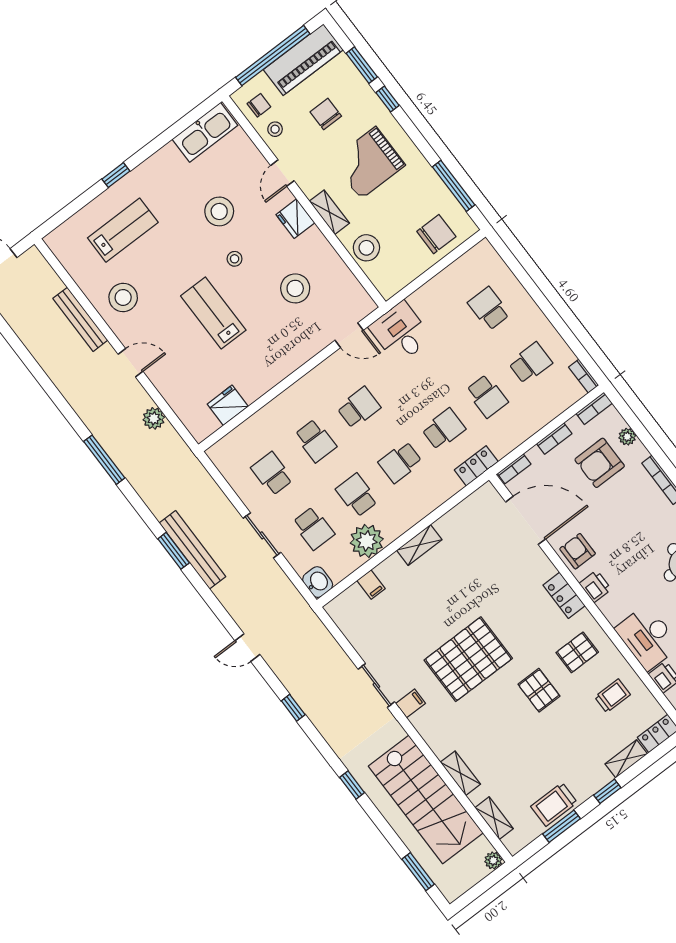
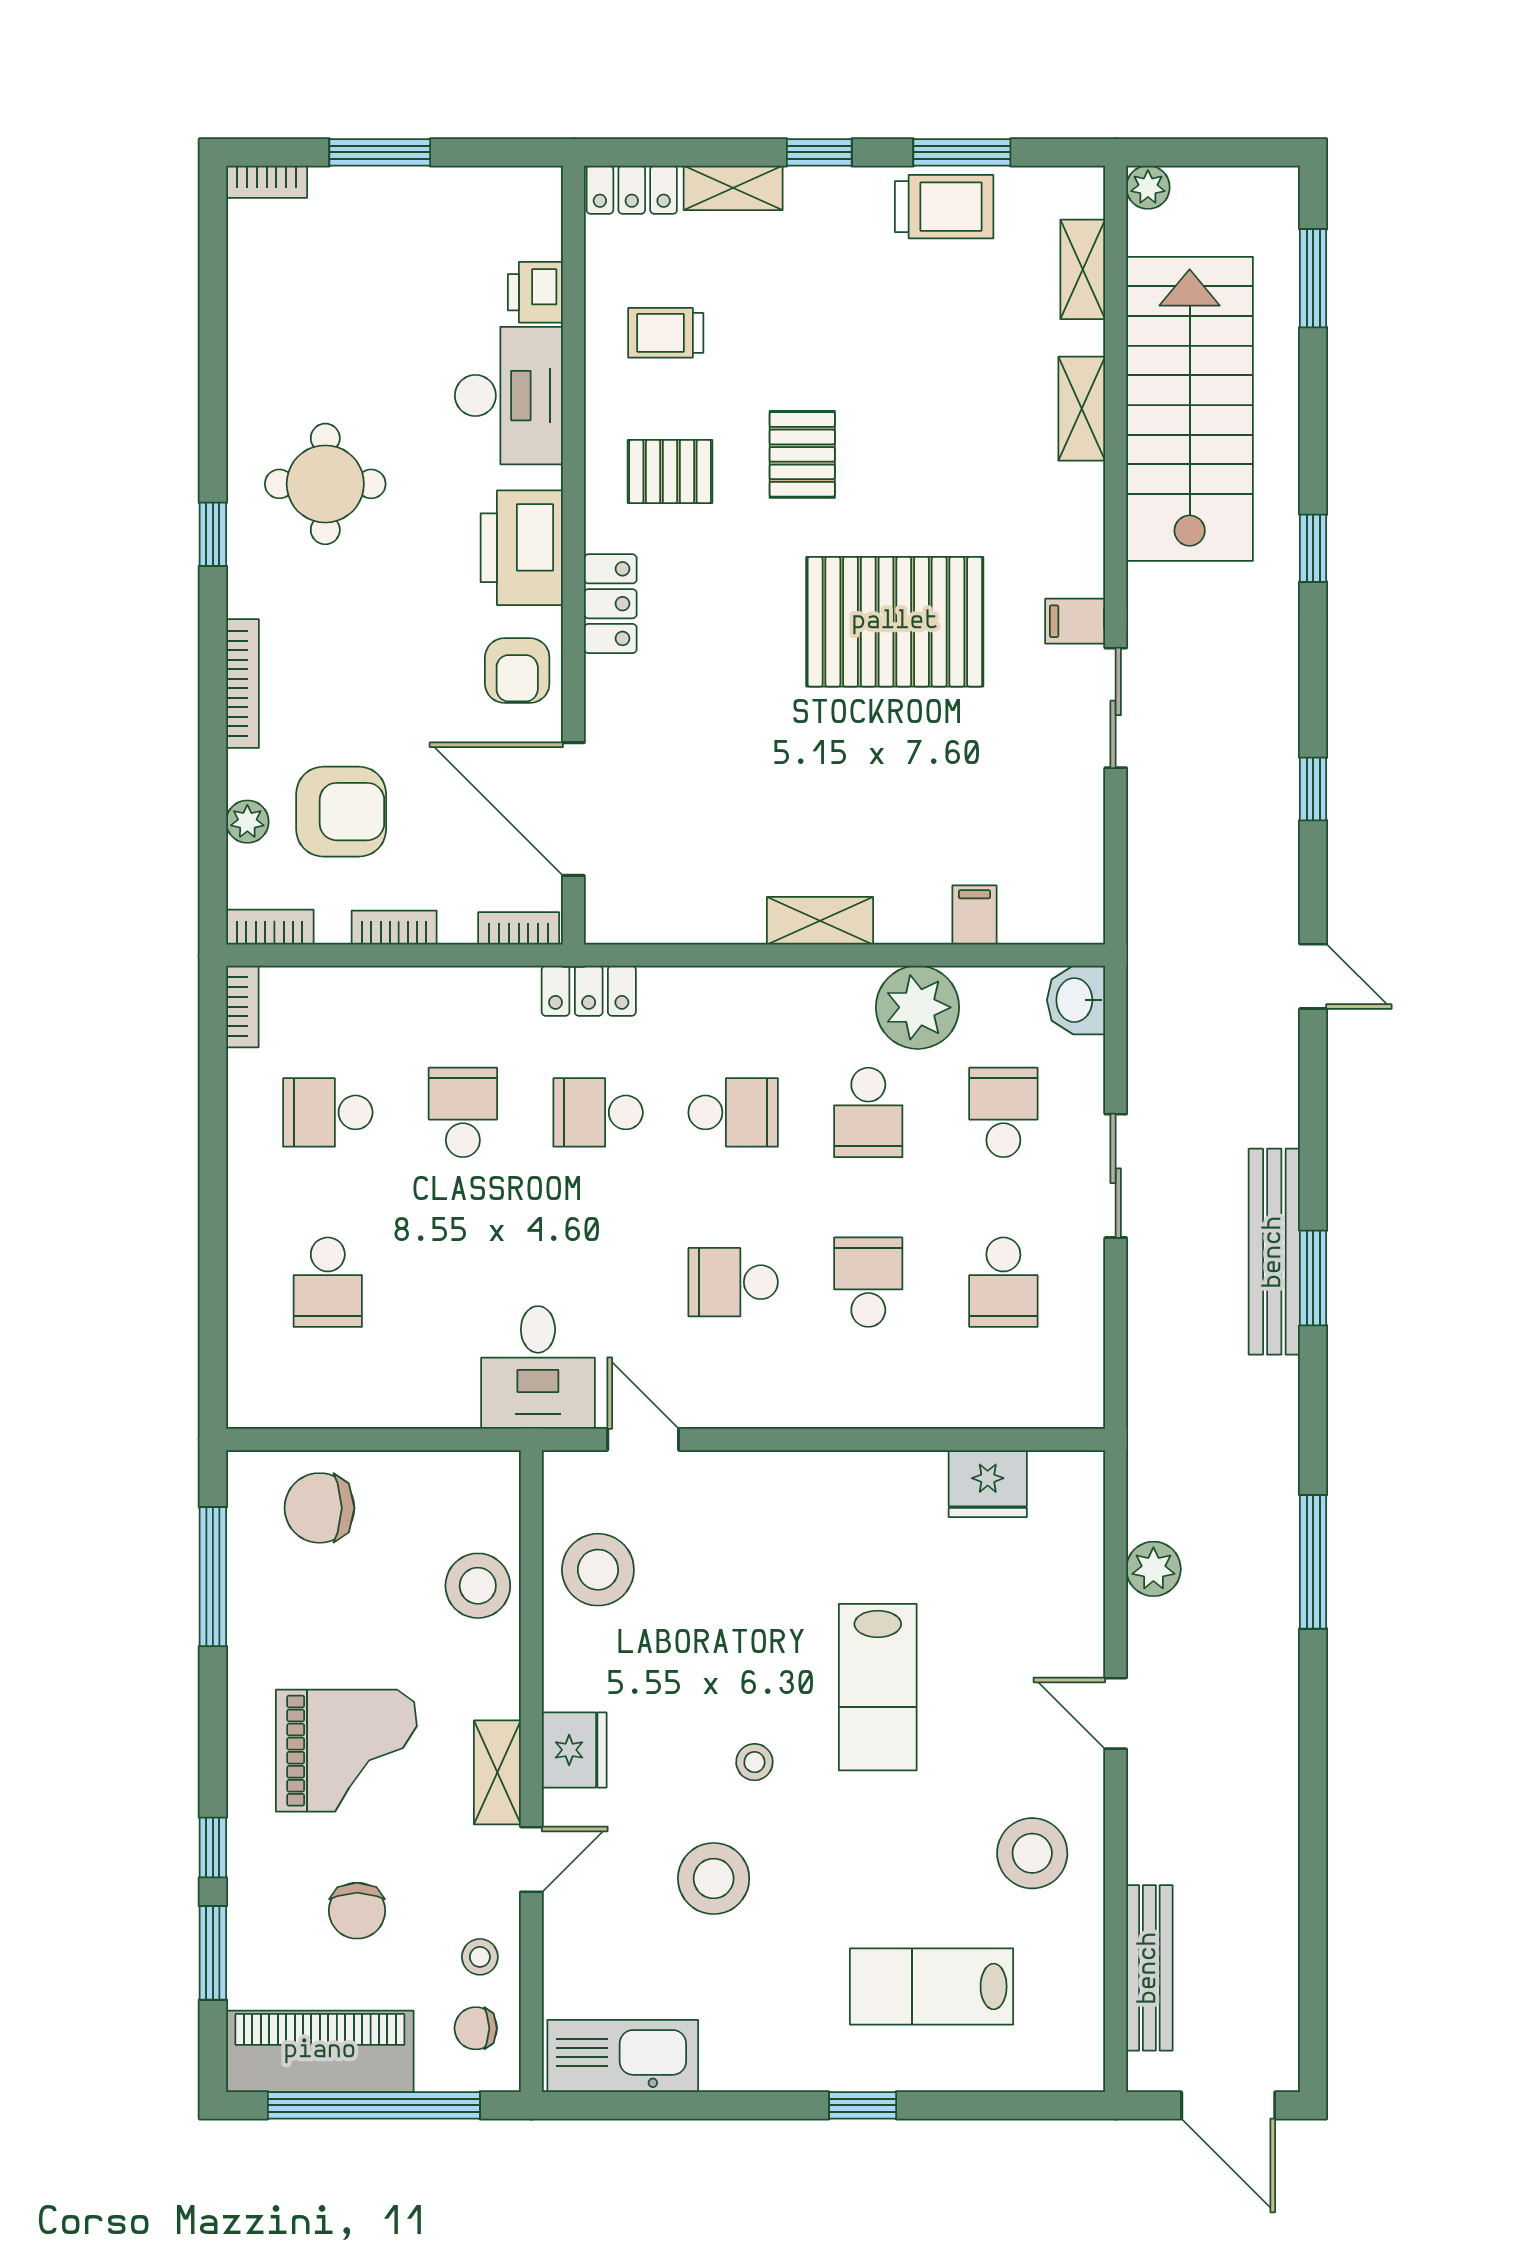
shelving: (329, 212) -> (497, 1772), moved
stool: (295, 288) -> (598, 1570), moved
bench: (80, 319) -> (1149, 1968), moved
printer: (595, 586) -> (522, 548), width x1.87, depth x1.48

